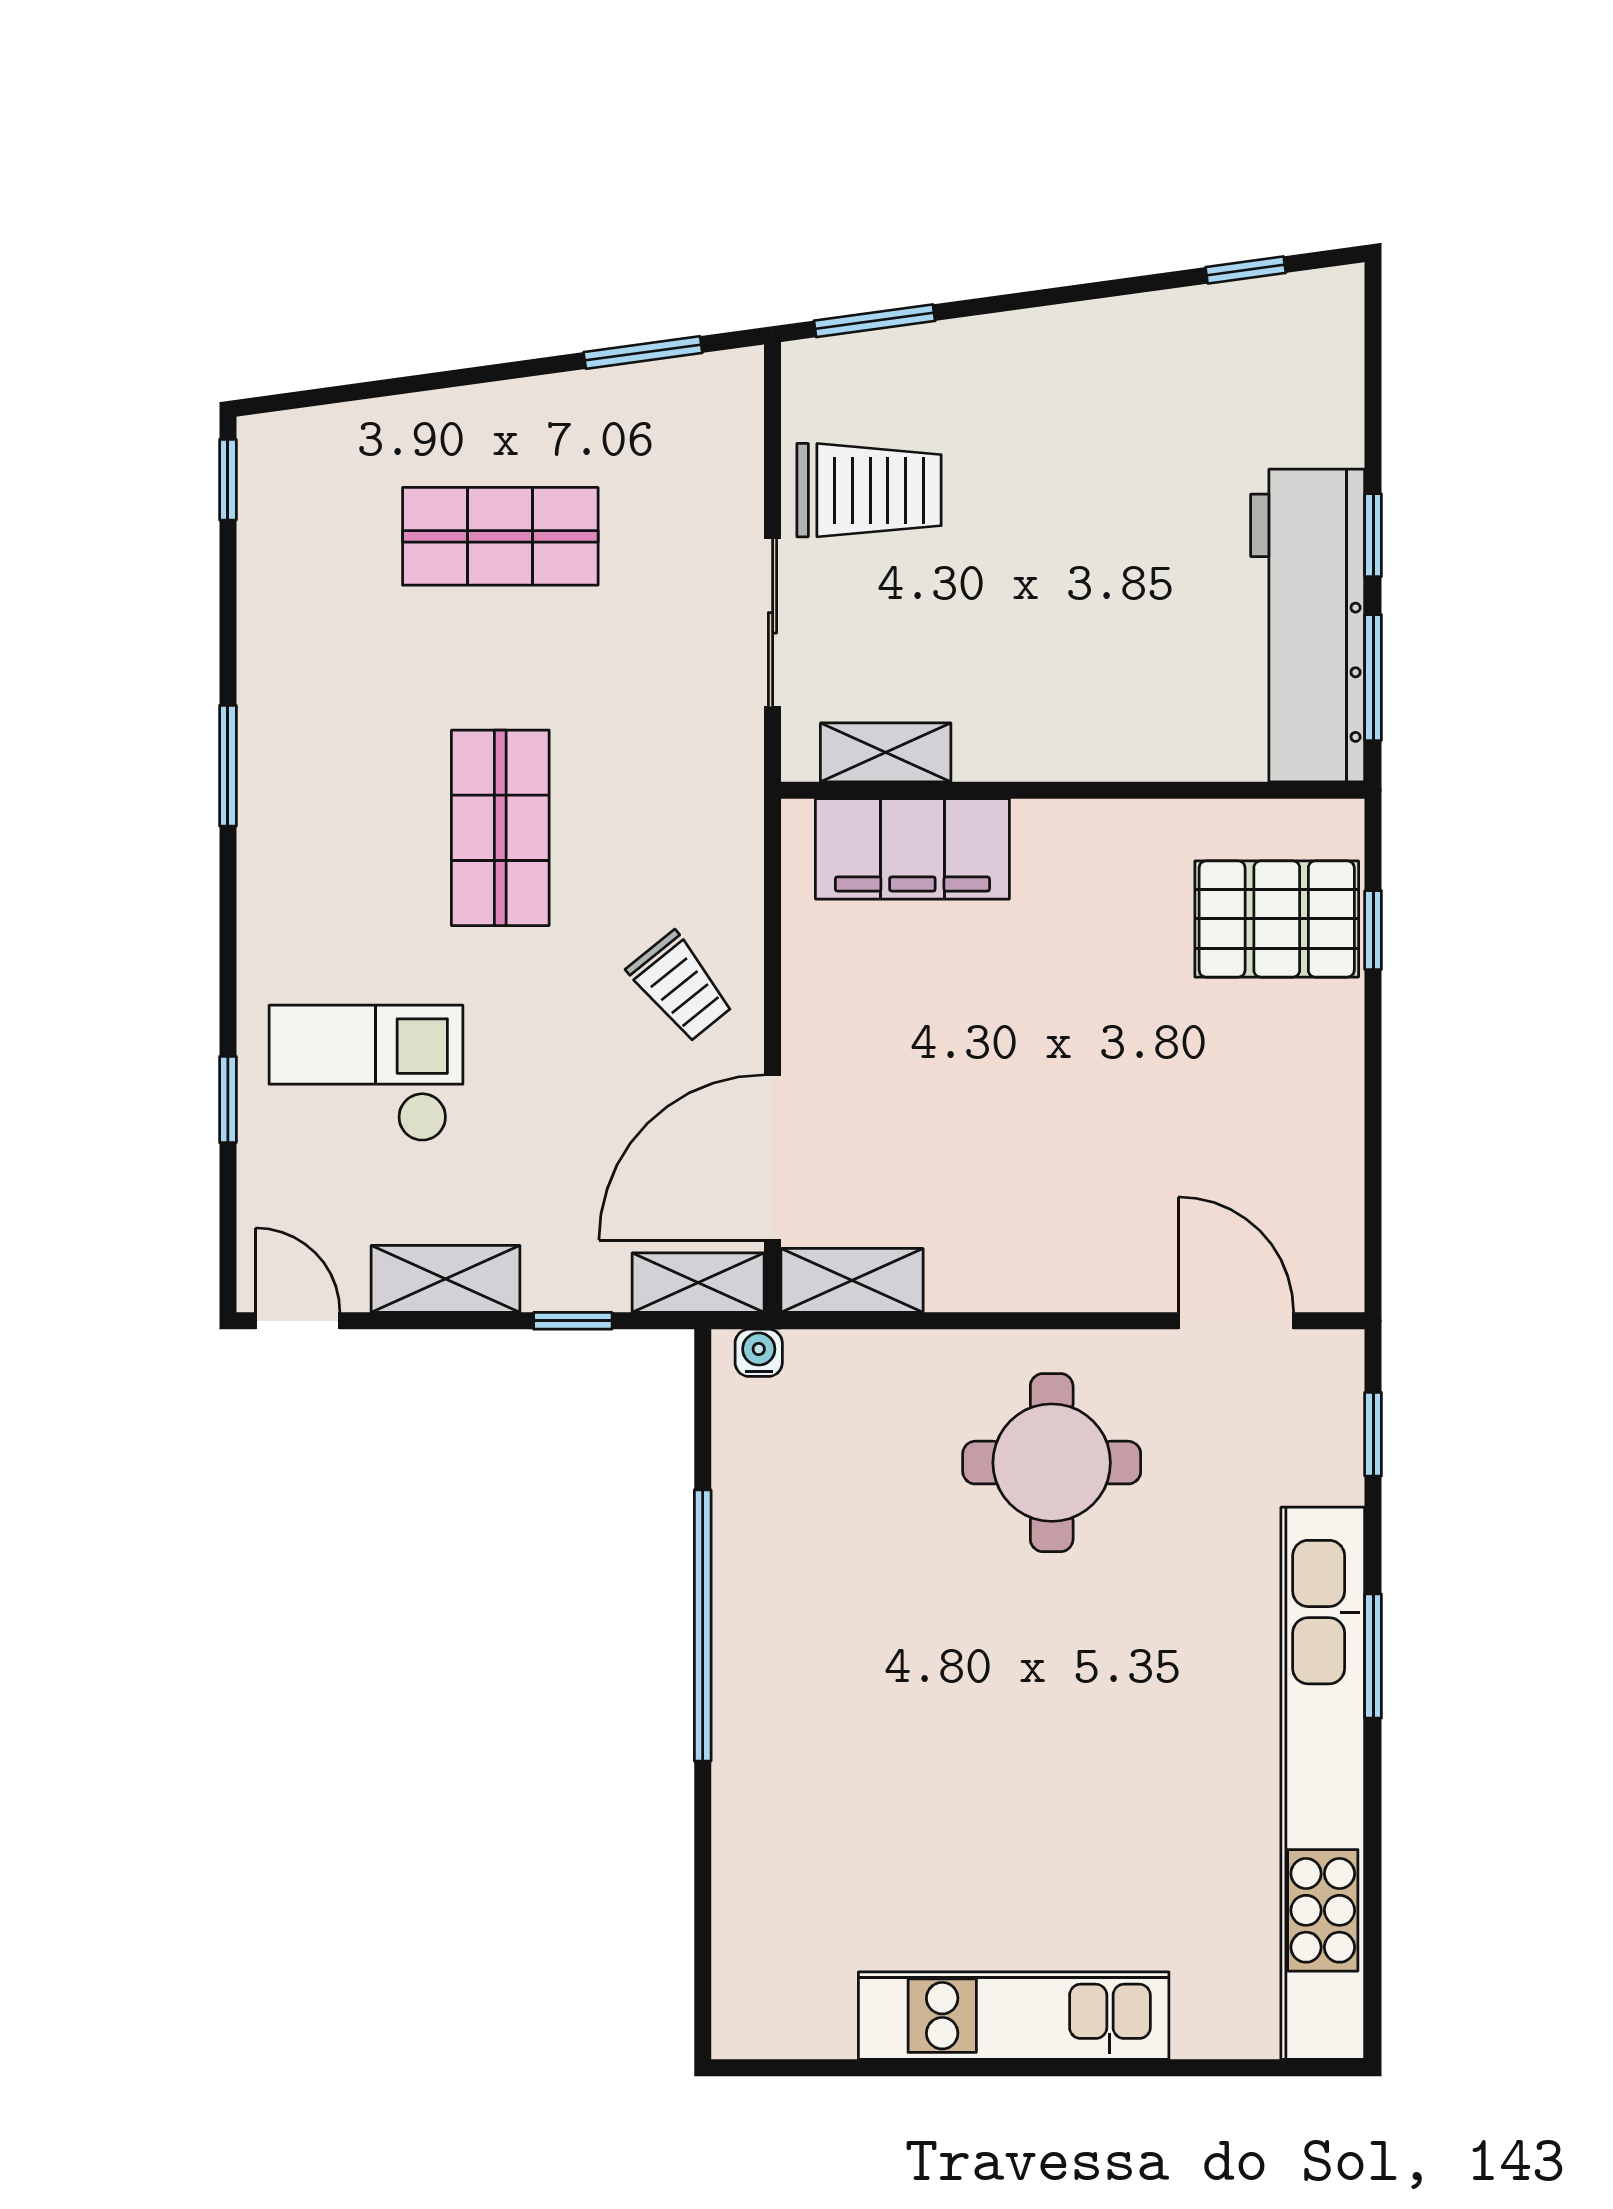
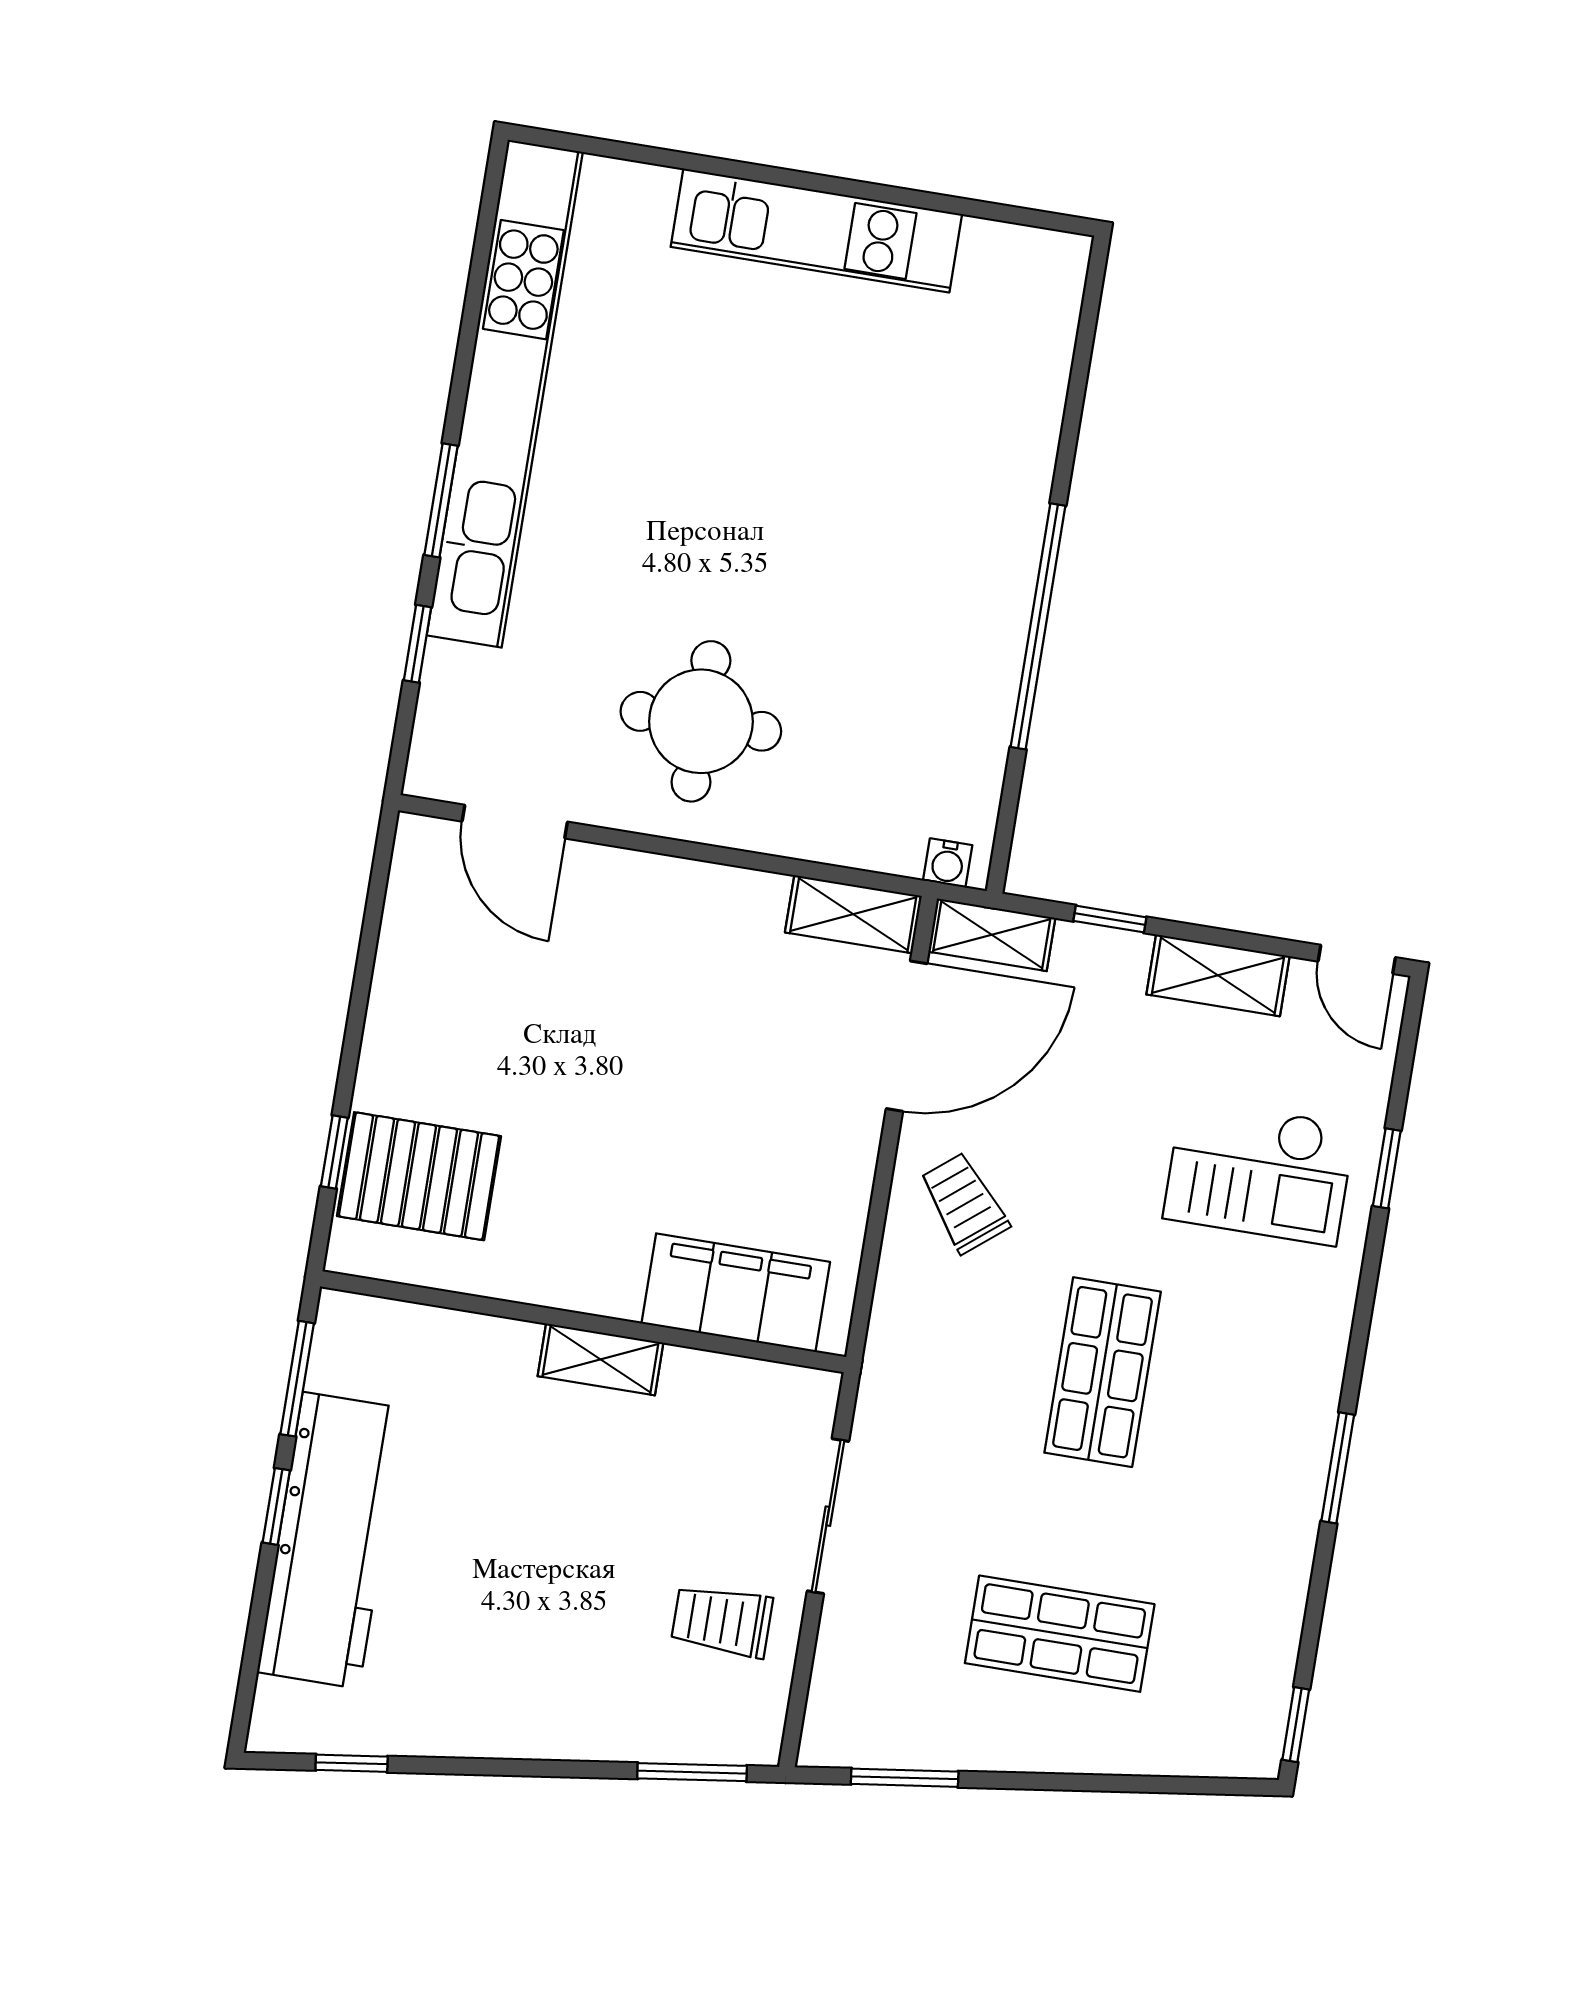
trolley: (869, 490) -> (722, 1621), width x0.73, depth x0.72
workbench: (1308, 625) -> (331, 1540), moved
shelving: (886, 752) -> (600, 1359), moved
window: (1373, 1434) -> (417, 644), moved

